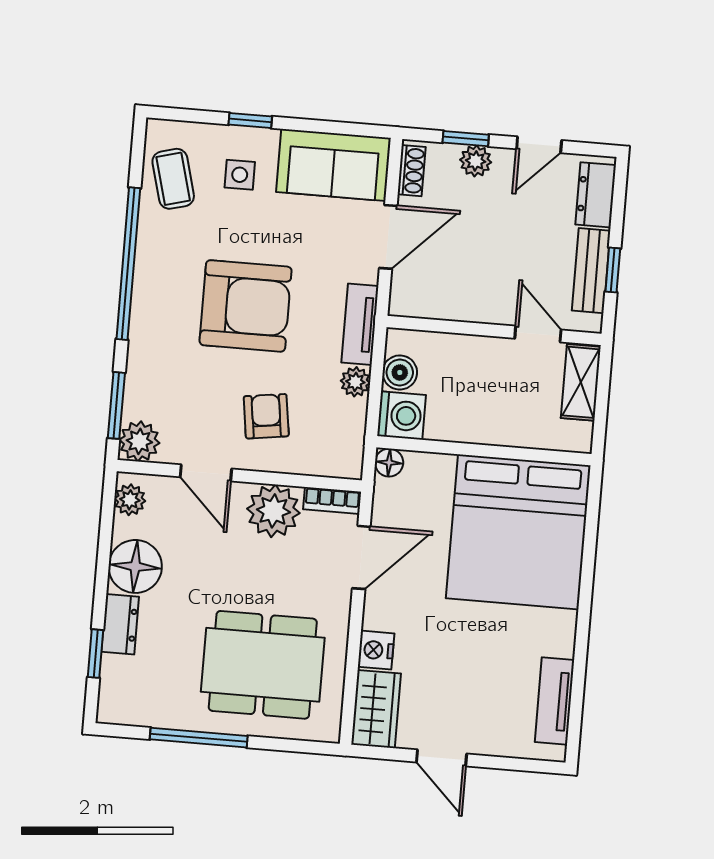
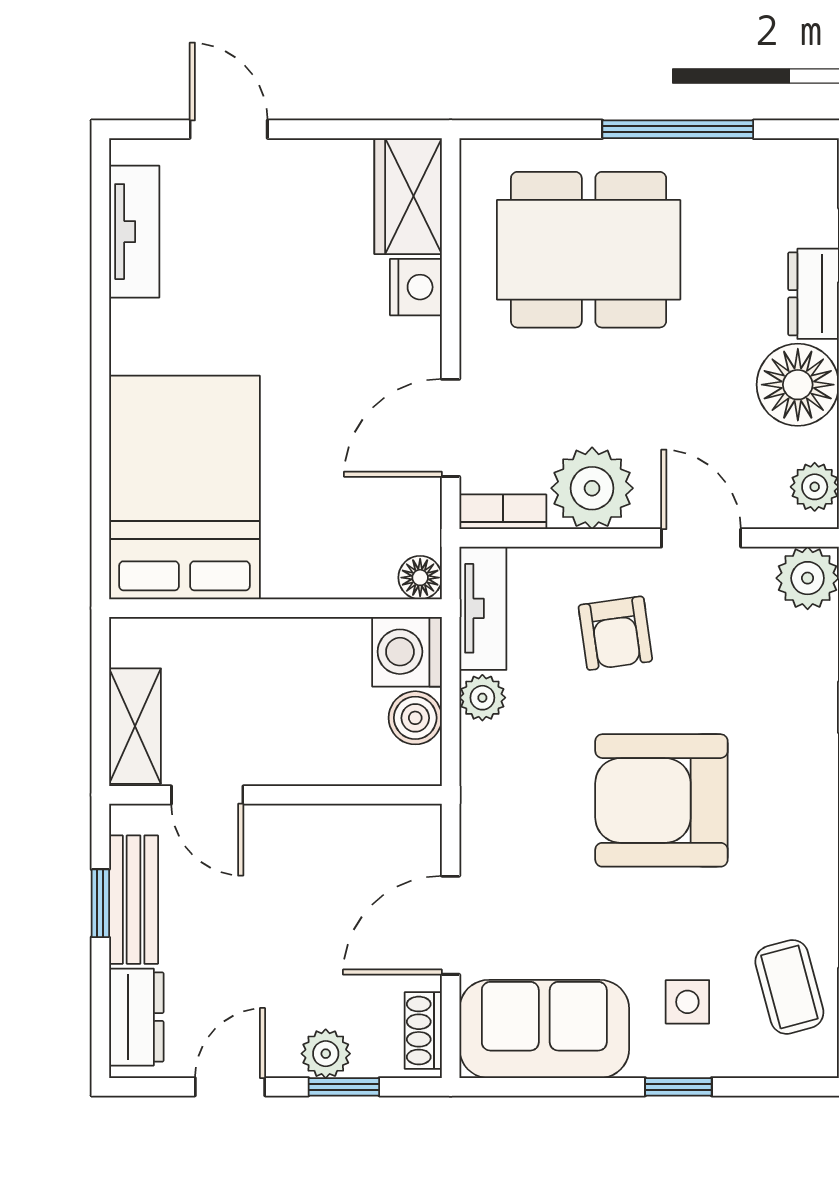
tv unit: (360, 324) -> (483, 608), moved
bed: (518, 532) -> (184, 487), width x0.73
door: (442, 758) -> (229, 129), moved

